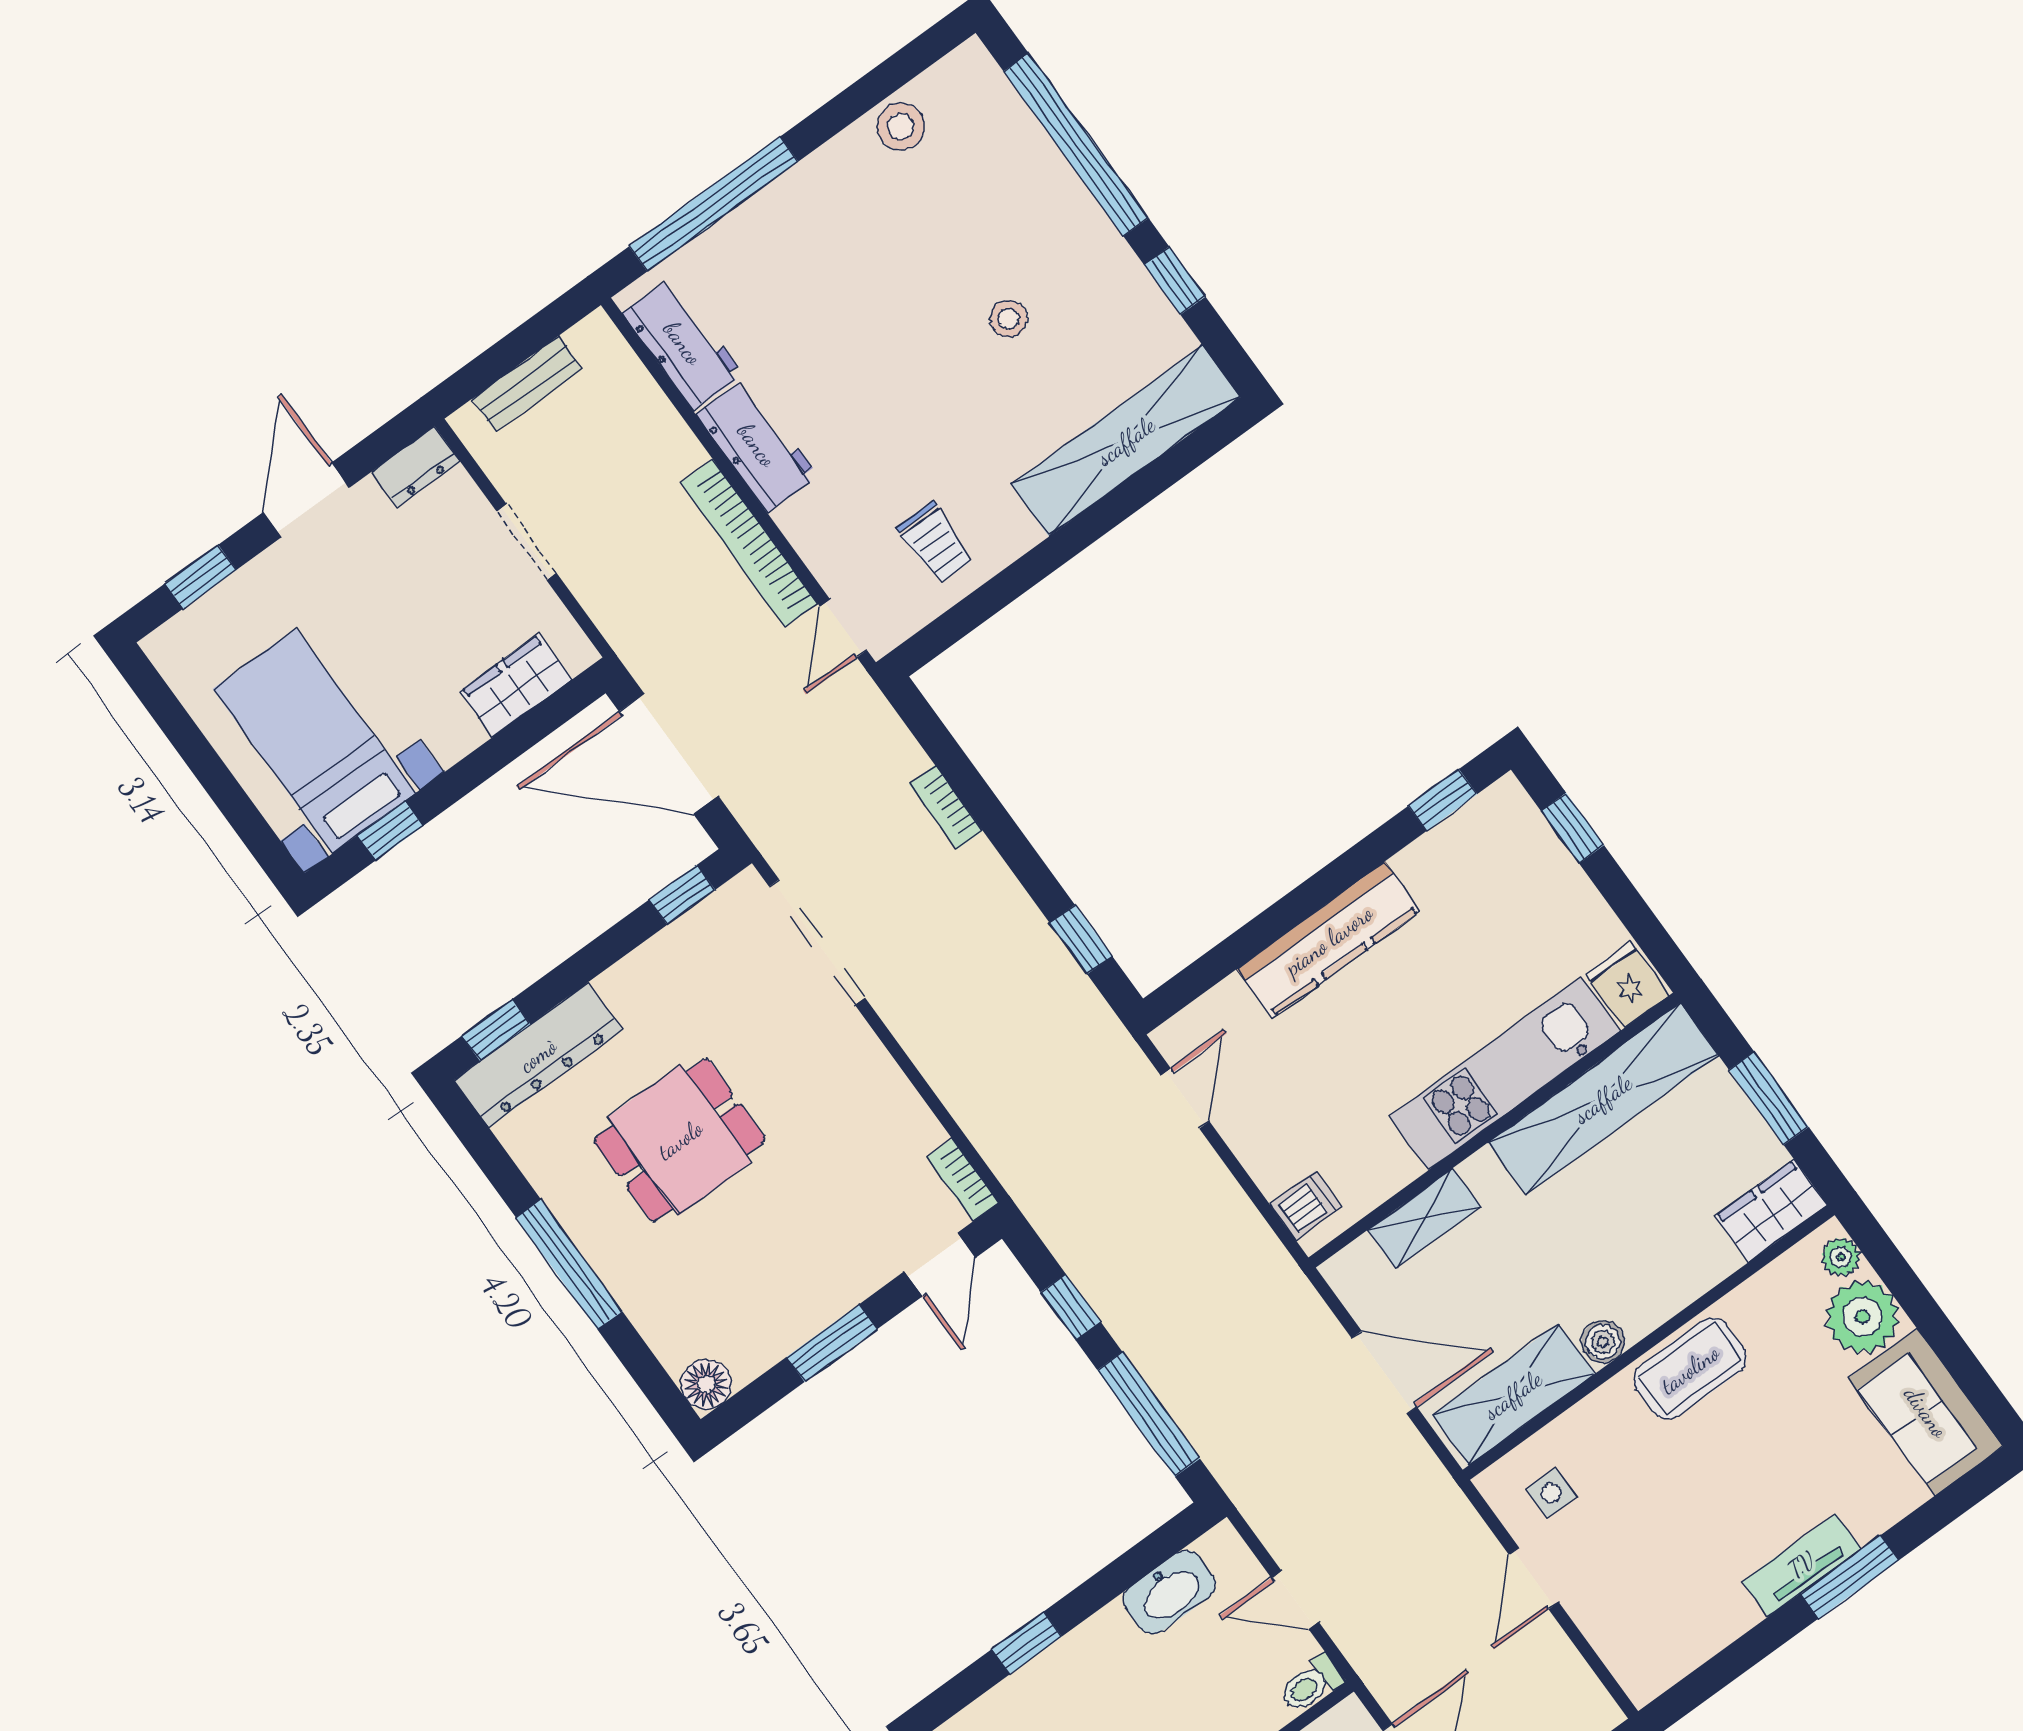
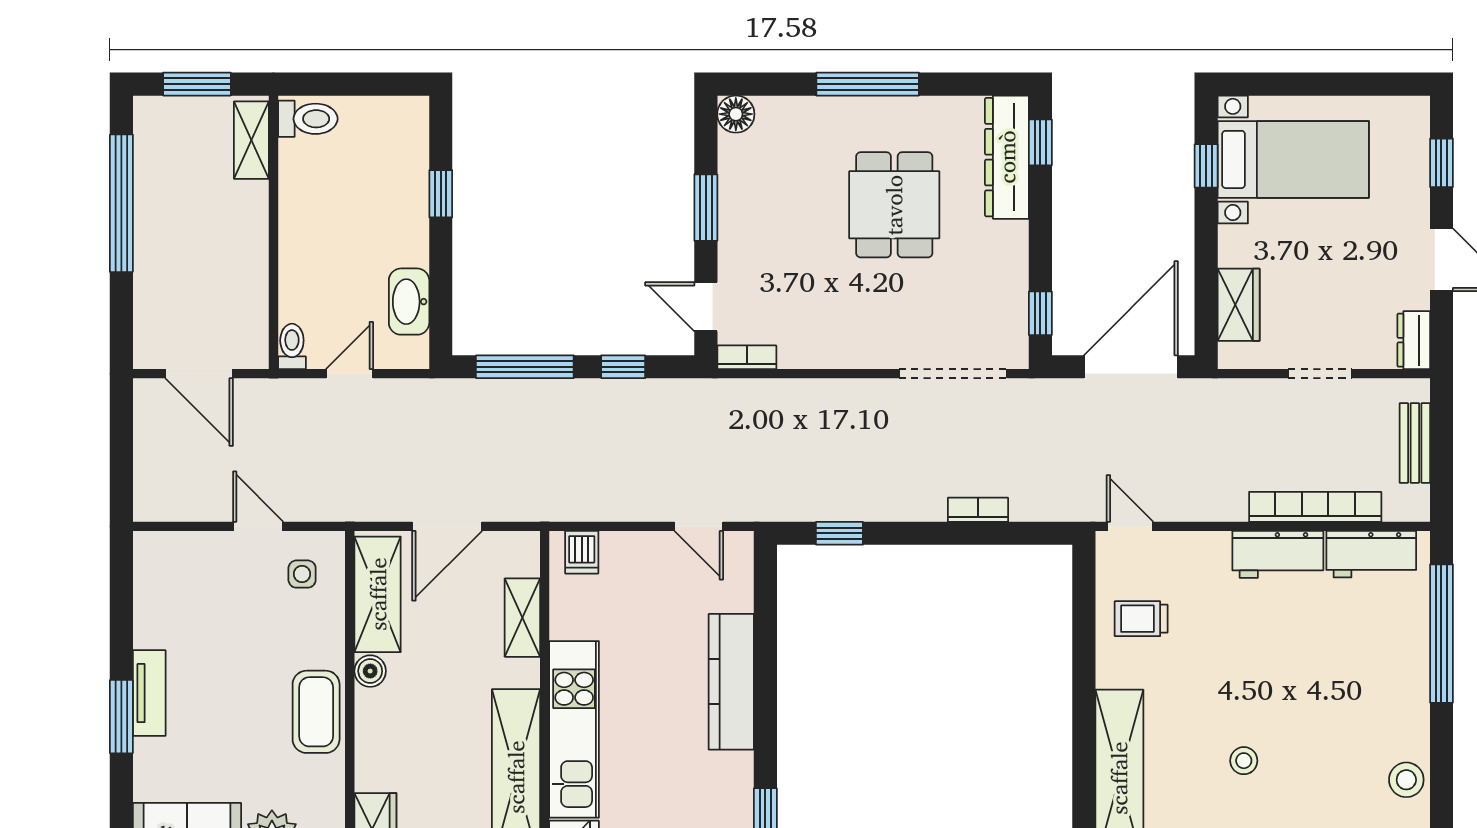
bookcase: (749, 543) -> (1315, 507), moved

